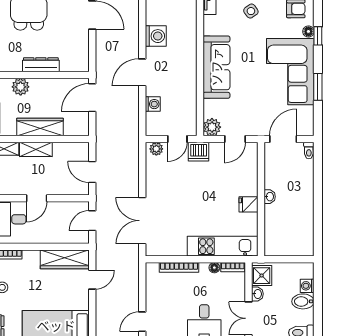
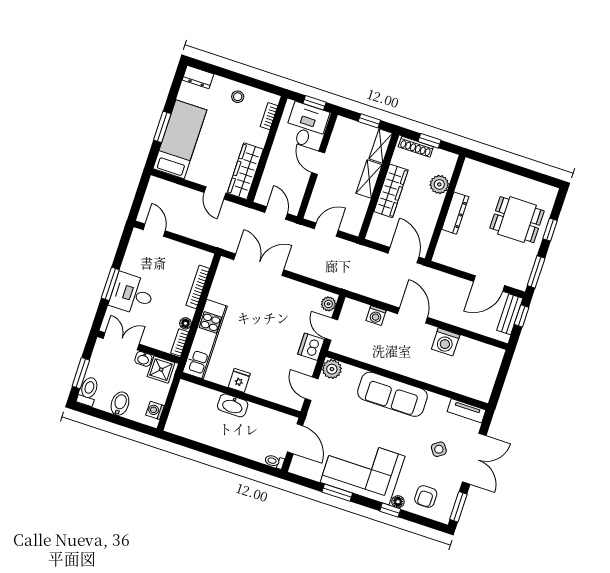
washbasin: (270, 197) -> (233, 405), width x1.91, depth x1.45
washing machine: (307, 286) -> (155, 410), moved, turned -90

